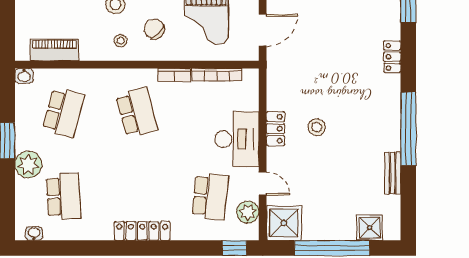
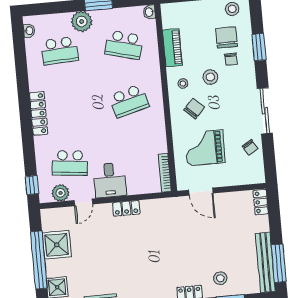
piano: (54, 50) -> (172, 48), moved
bookcase: (174, 75) -> (161, 127), removed
bookcase: (217, 75) -> (165, 173), moved
stool: (317, 127) -> (220, 278), moved
desk: (237, 139) -> (110, 180), width x0.73
shower: (284, 223) -> (57, 245), moved

